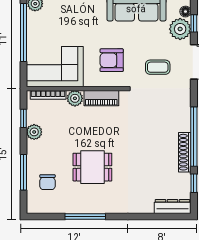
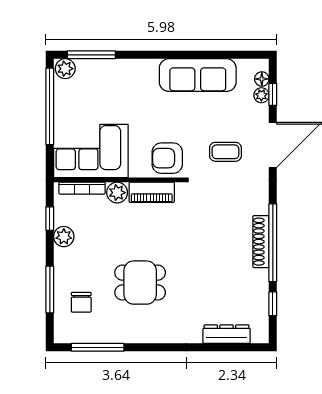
plant: (180, 29) -> (261, 95), width x0.53, depth x0.53
armchair: (112, 60) -> (167, 158), moved
shoe rack: (185, 152) -> (261, 242), moved
dresser: (173, 207) -> (227, 334), moved
window: (85, 217) -> (98, 347), moved

